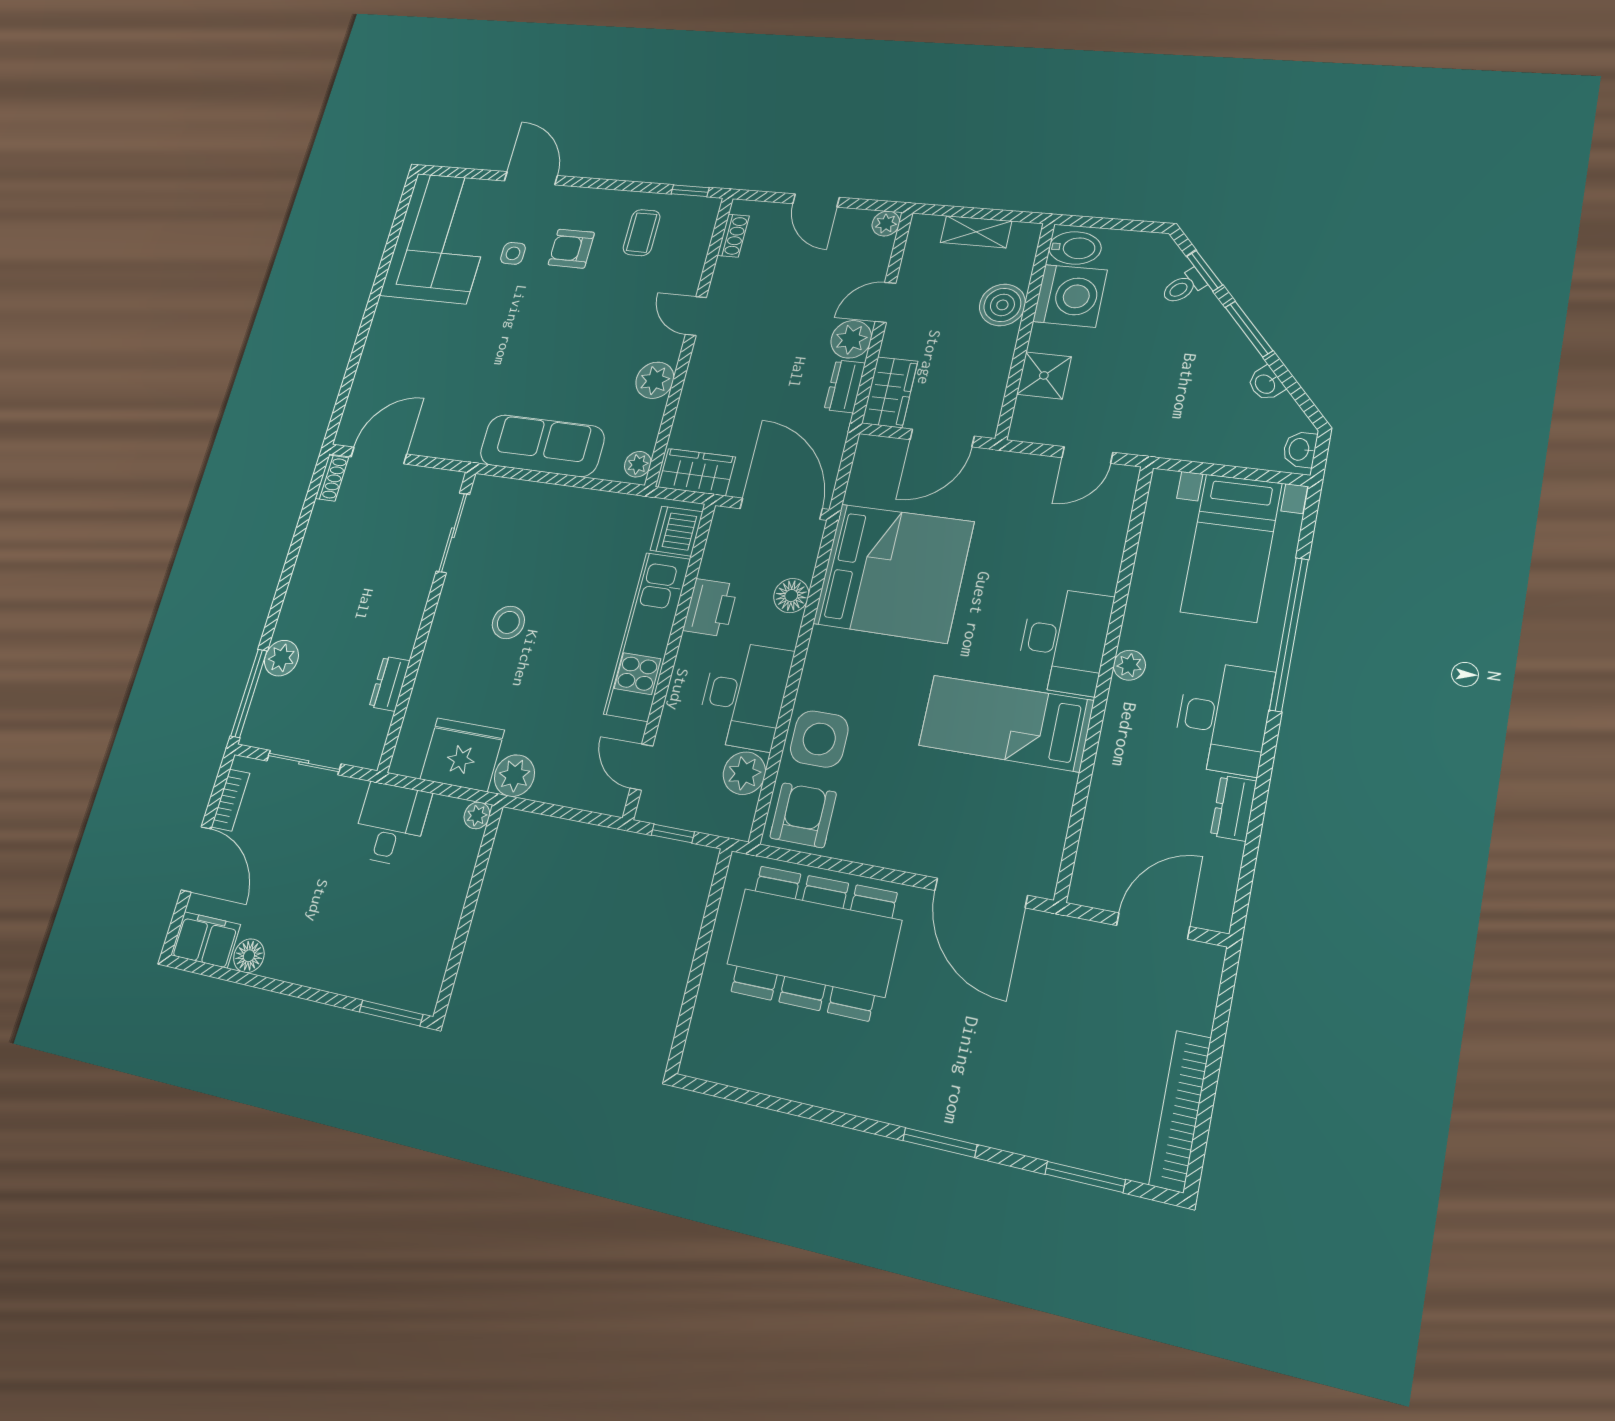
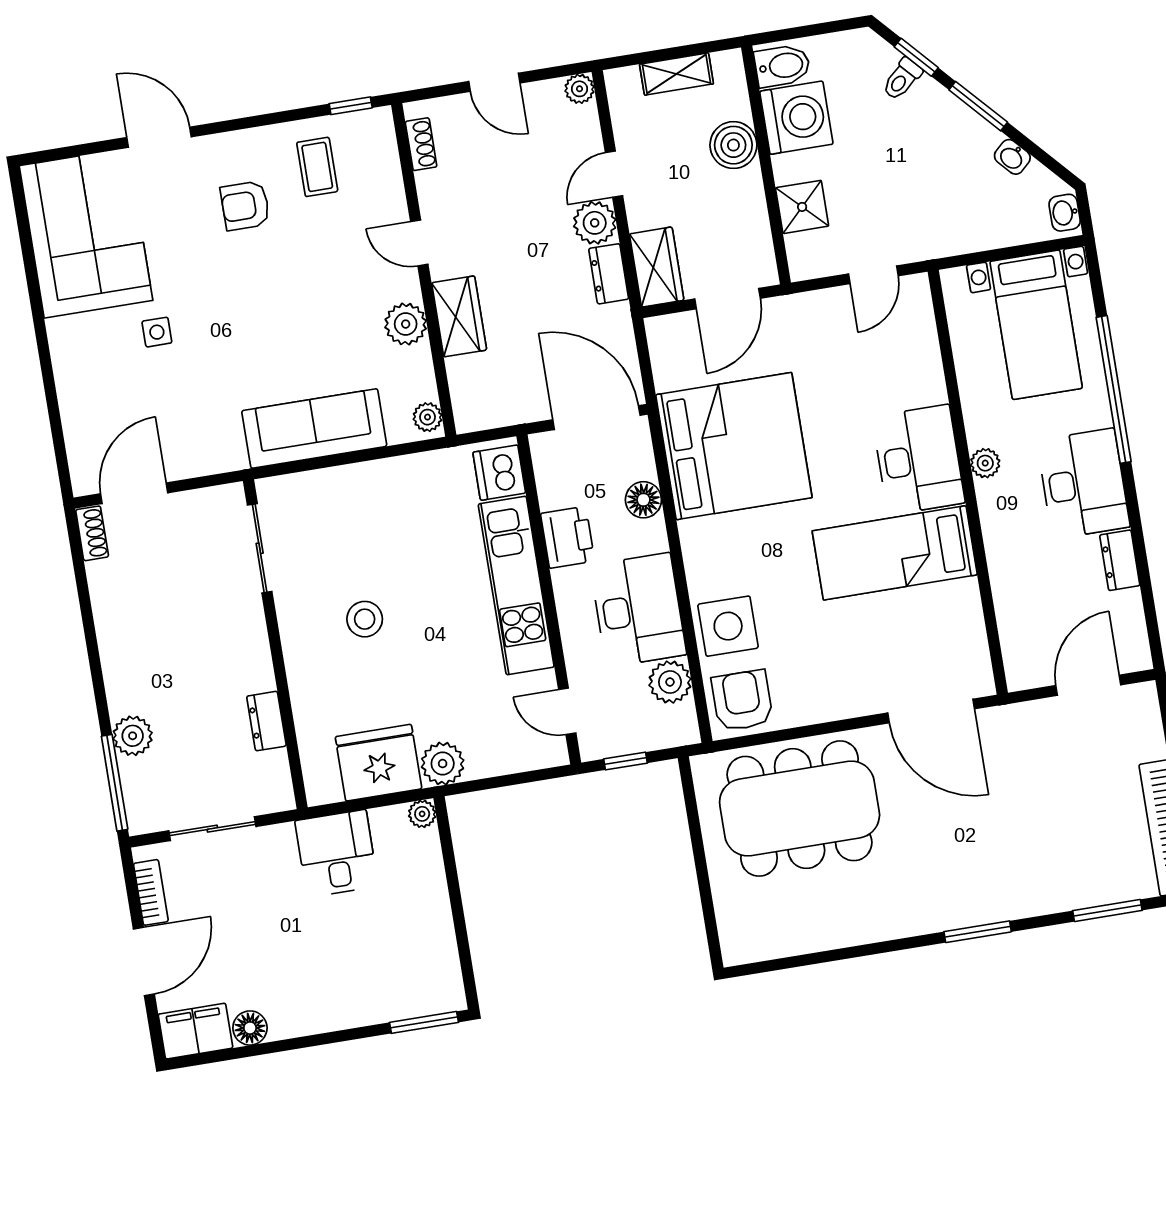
side table: (513, 253) -> (157, 332), moved
wardrobe: (697, 472) -> (459, 316), moved, turned 90
door: (196, 859) -> (144, 961), hinge flipped

